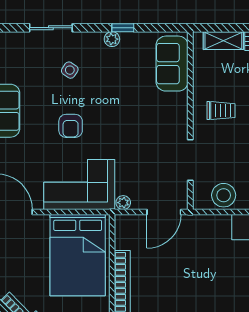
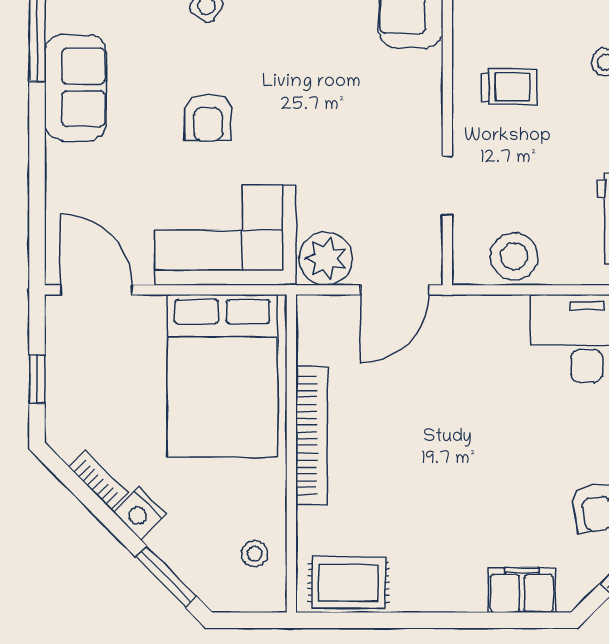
doorway: (190, 160) -> (447, 186), width x0.73
plant: (123, 203) -> (326, 259), width x1.88, depth x1.88

